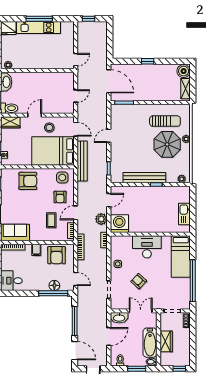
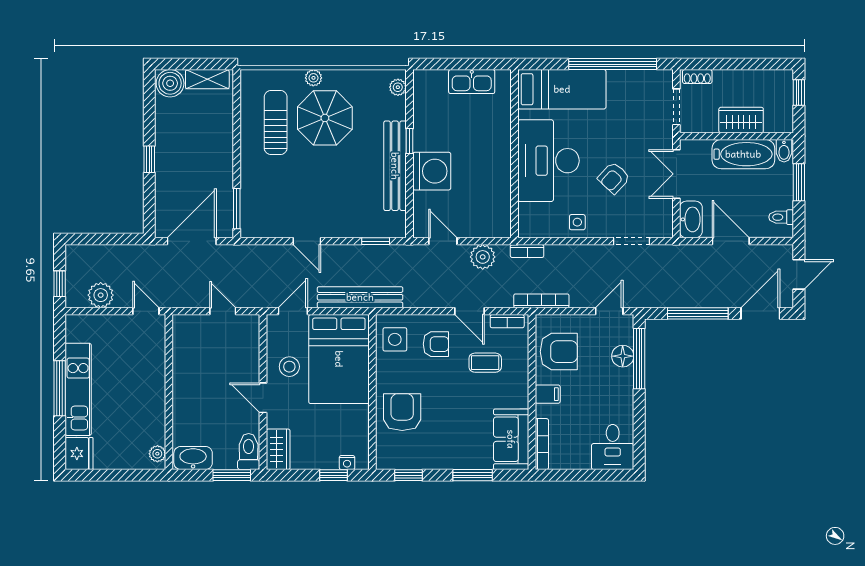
plant: (83, 38) -> (101, 295), added
washing machine: (119, 224) -> (432, 171), moved, turned 180
desk: (147, 247) -> (548, 161), width x1.36, depth x1.30

